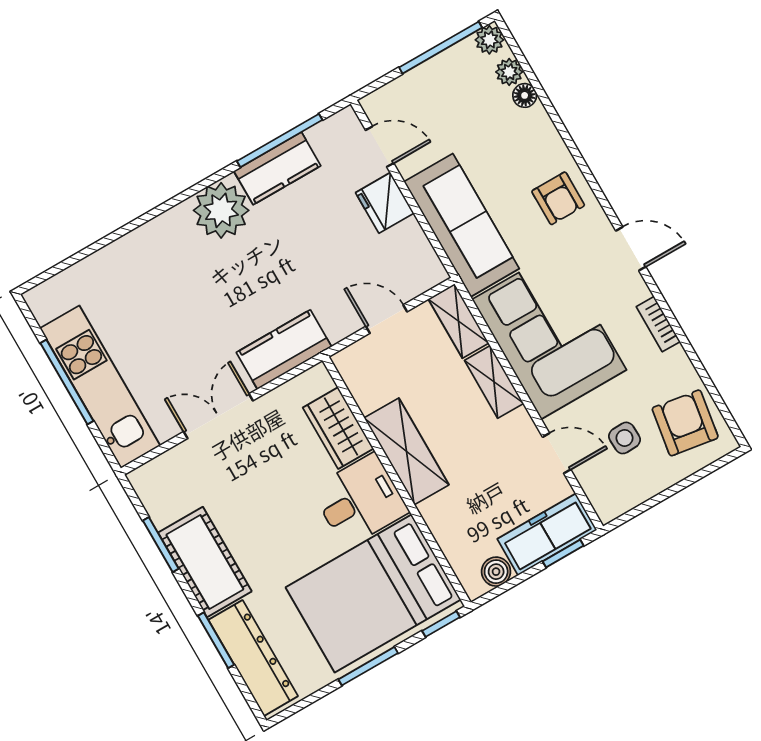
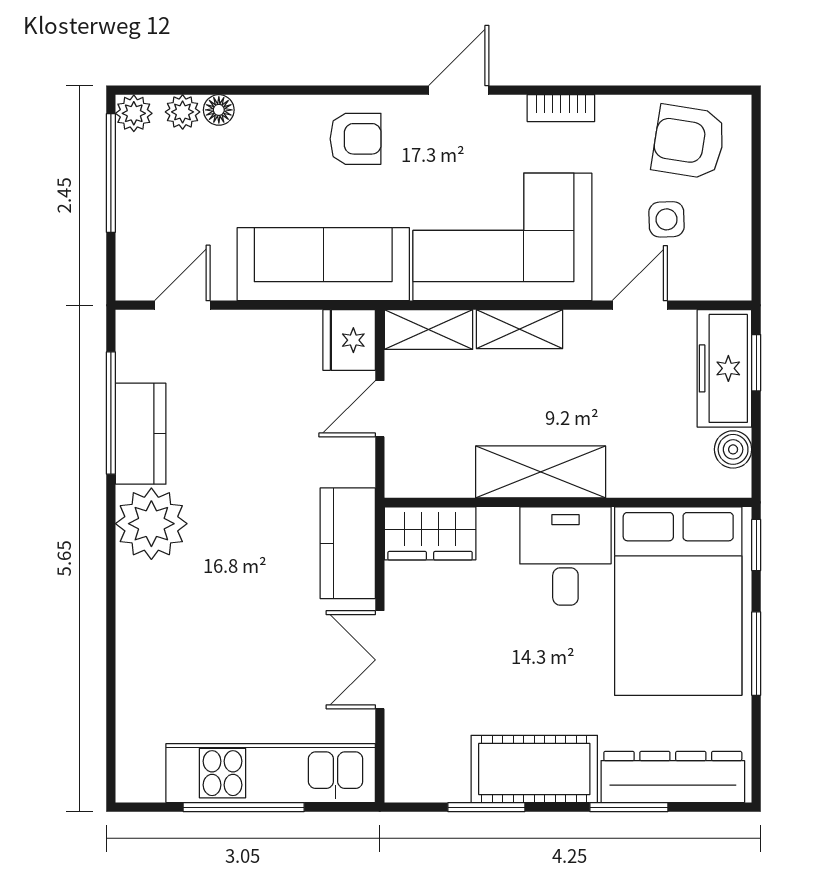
fridge: (385, 203) -> (349, 340), moved, turned 90
wardrobe: (338, 428) -> (430, 533), moved

